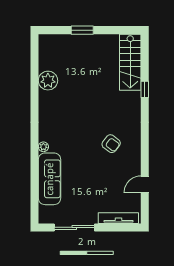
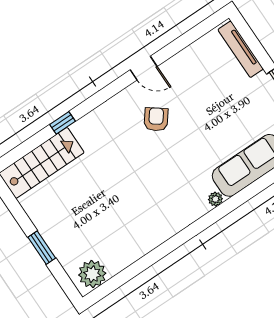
plant: (48, 81) -> (92, 274), moved
door: (145, 184) -> (144, 68), moved

